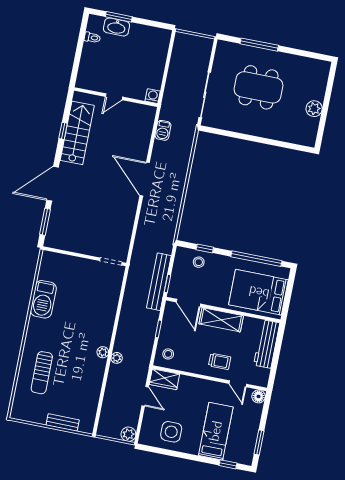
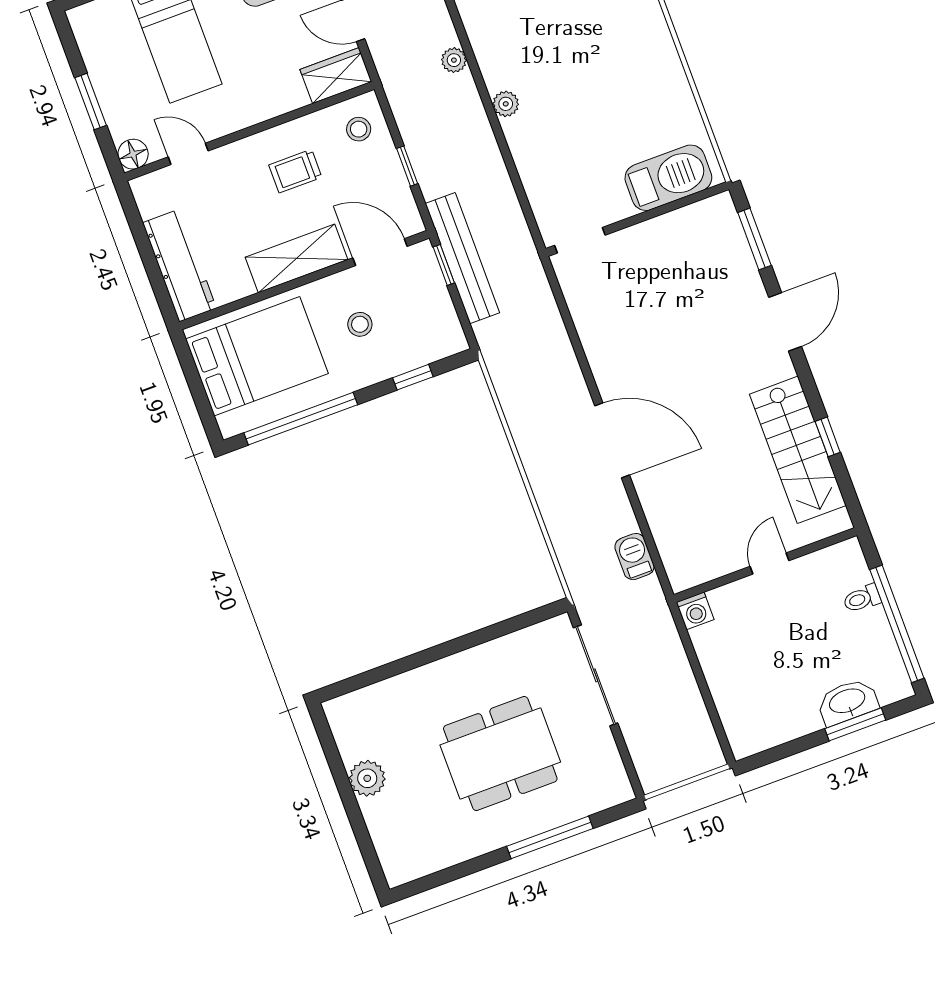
toilet: (92, 38) -> (862, 599), moved
window: (80, 45) -> (897, 624), added
door: (53, 184) -> (785, 322), width x0.73
stool: (199, 262) -> (360, 324), moved
barbecue: (43, 299) -> (668, 178), moved, turned 90
plant: (103, 352) -> (506, 104), moved
trolley: (220, 361) -> (295, 171), moved
window: (259, 442) -> (91, 101), moved

